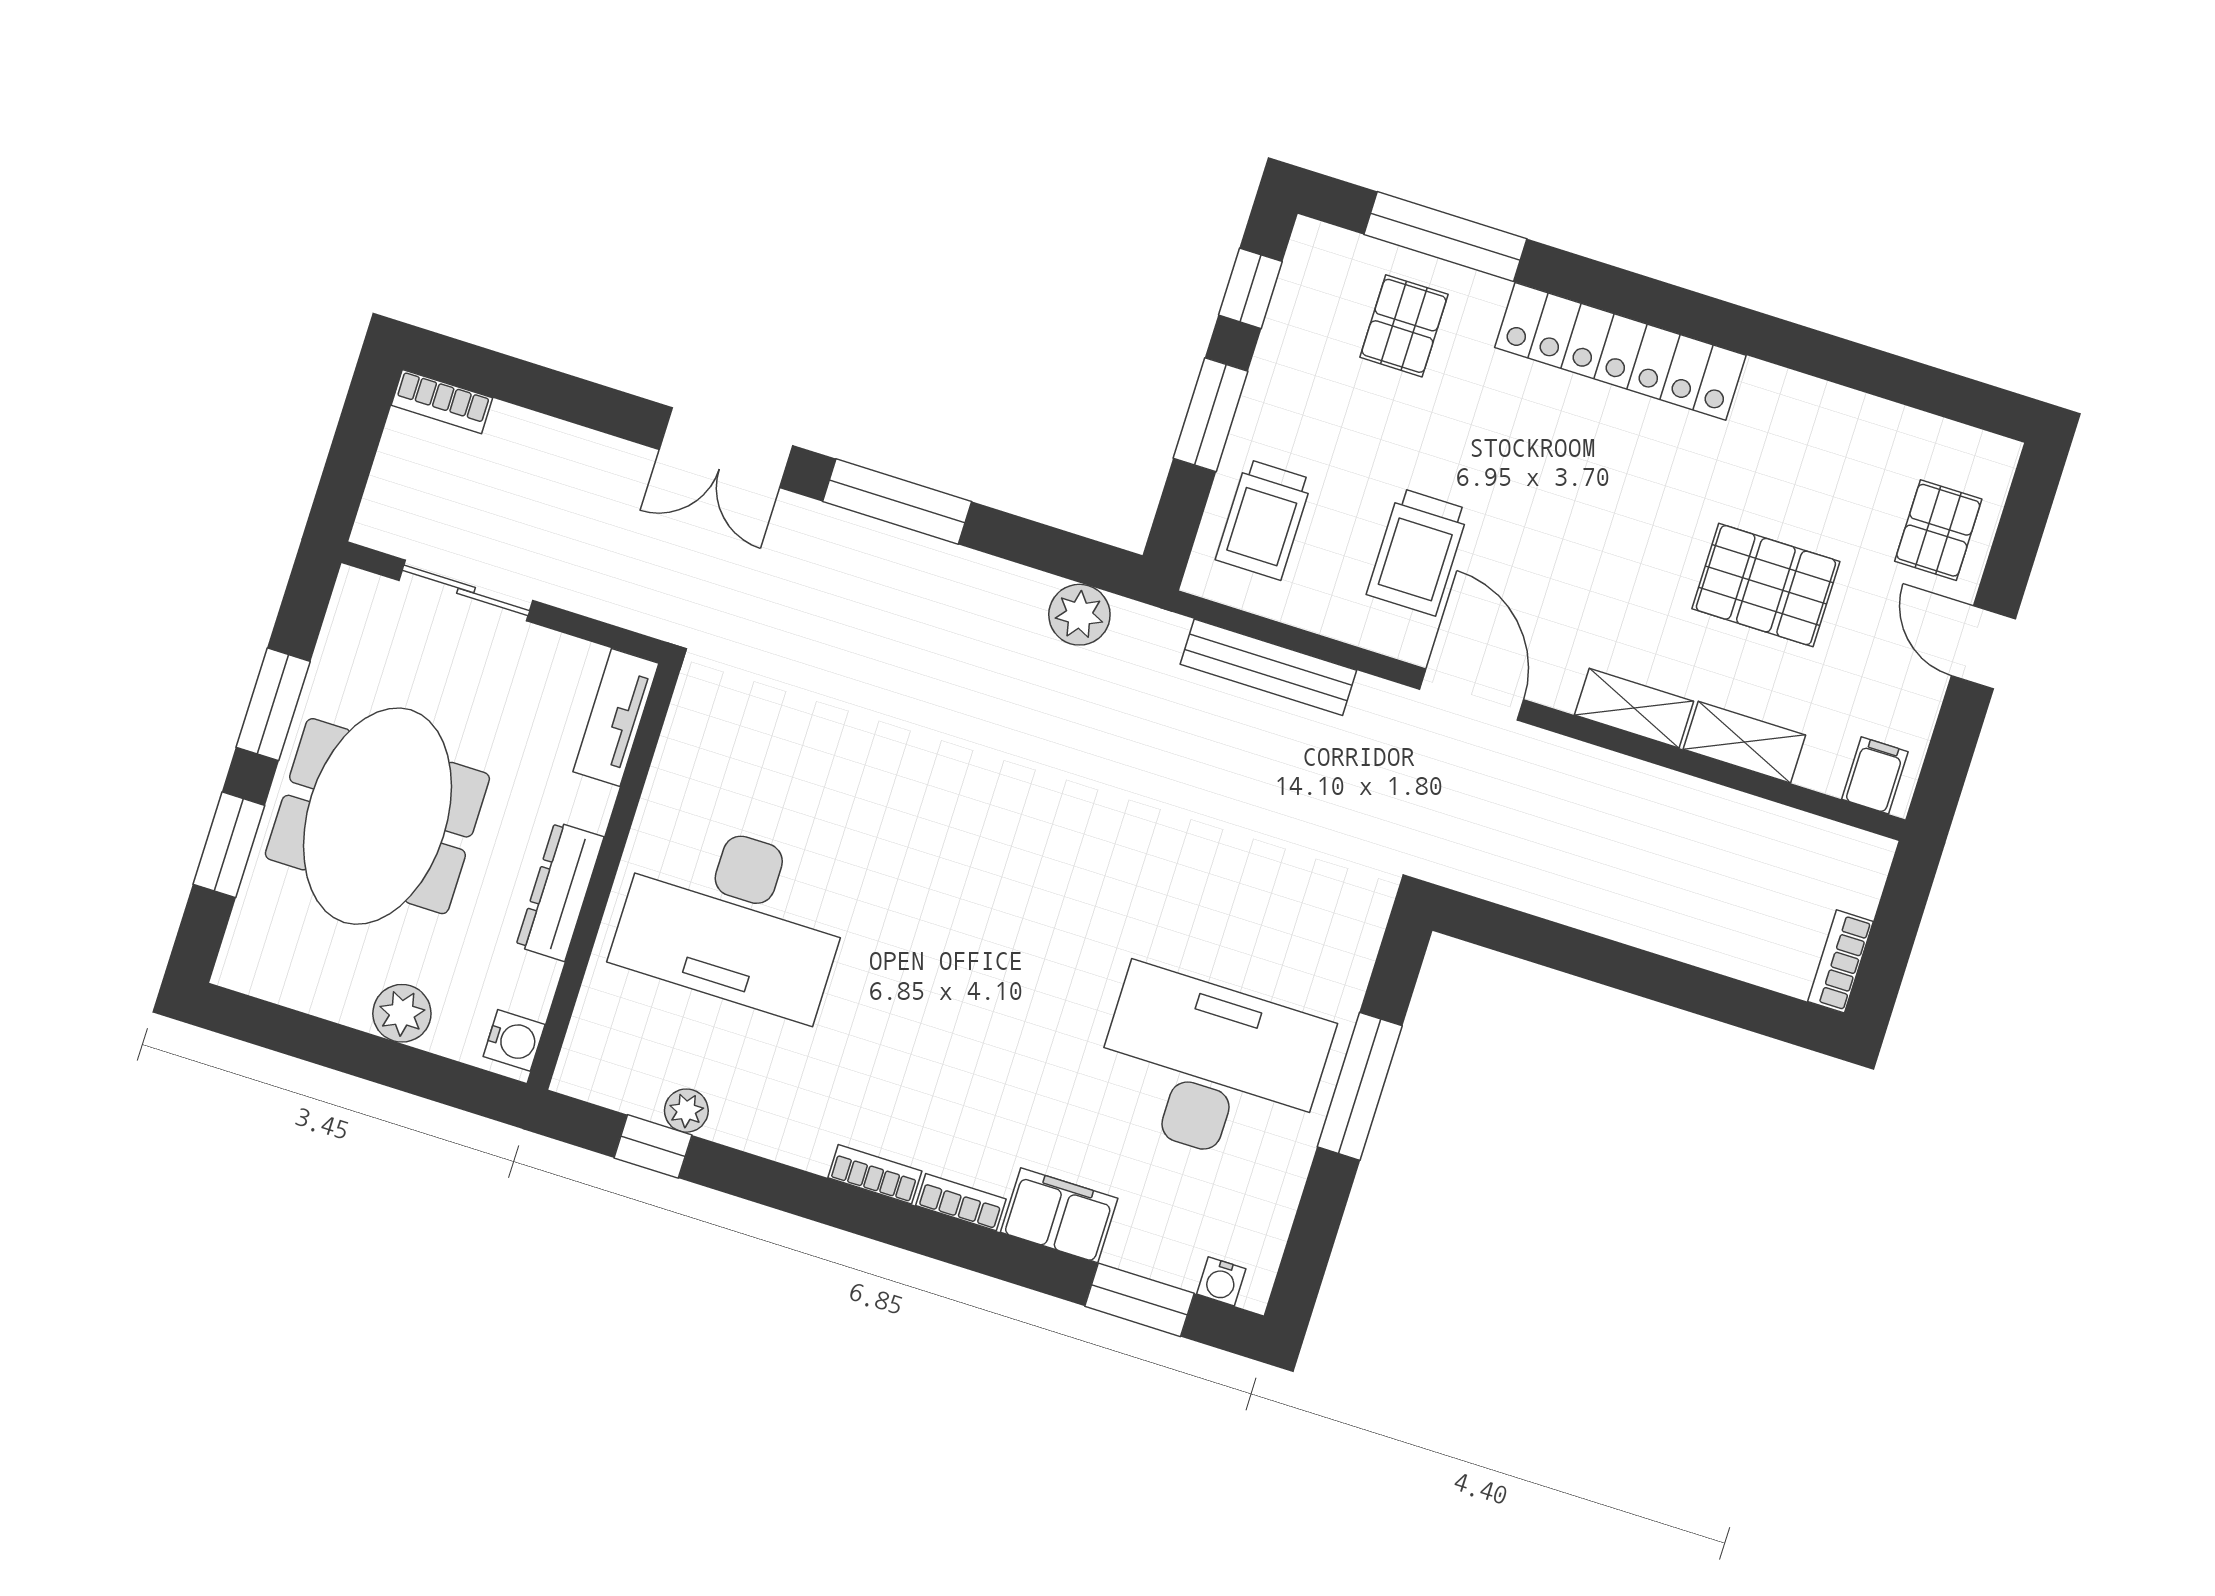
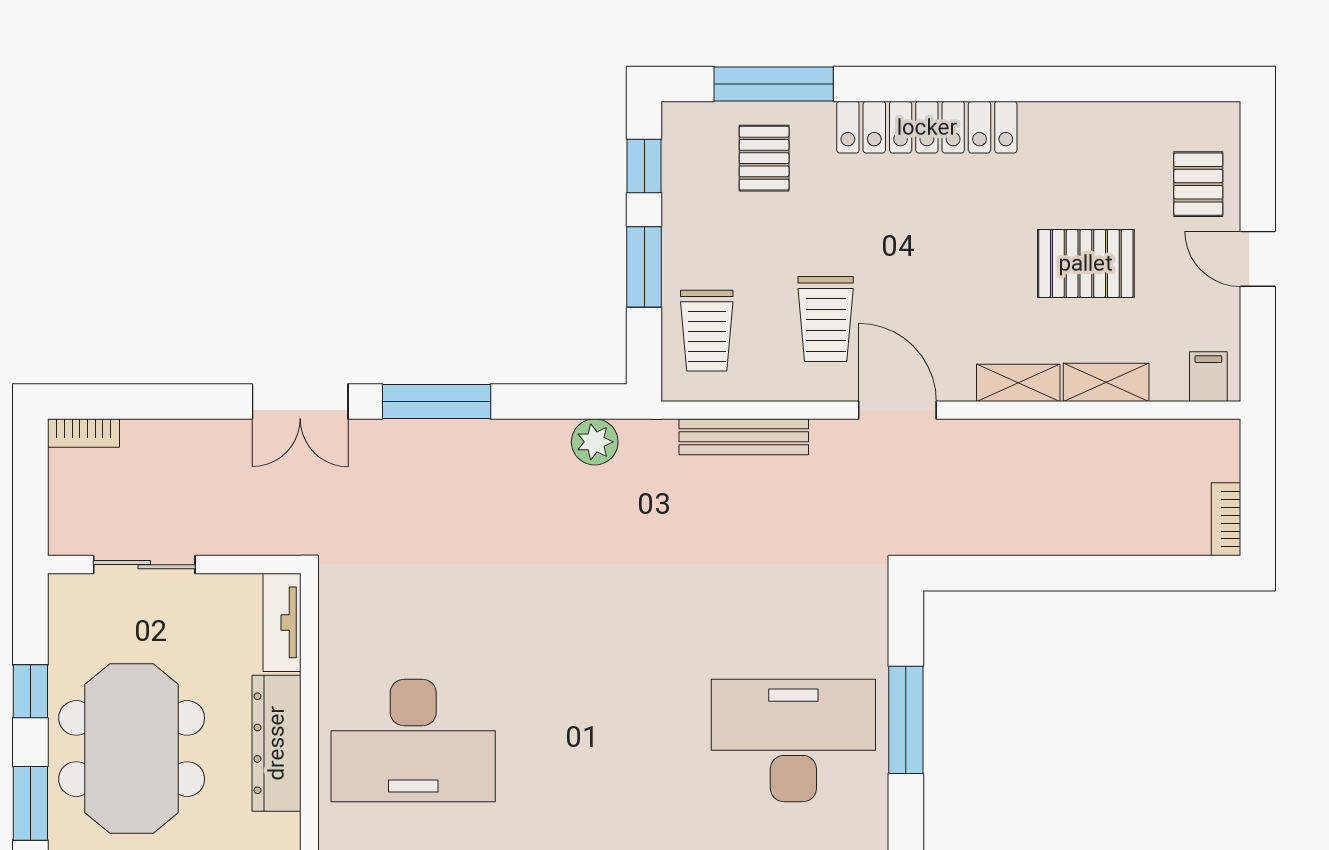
window: (273, 704) -> (30, 691), width x0.67
dresser: (560, 892) -> (276, 743), width x1.37, depth x1.24

